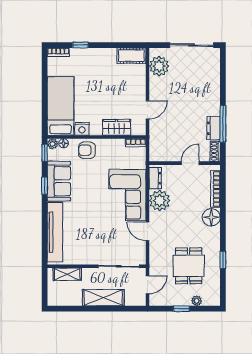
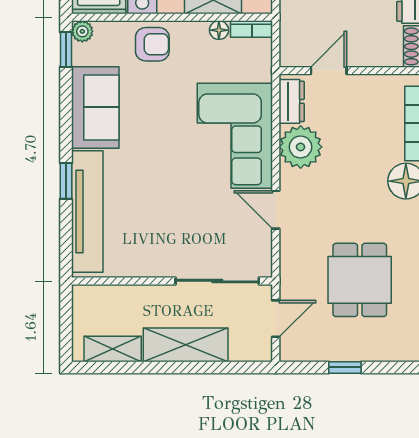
floor lamp: (64, 143) -> (219, 30), moved
armchair: (87, 150) -> (152, 44), turned 180
door: (190, 163) -> (329, 71), moved
window: (45, 186) -> (66, 181), moved
shelving: (67, 274) -> (113, 349), moved
plant: (197, 301) -> (376, 351), removed

